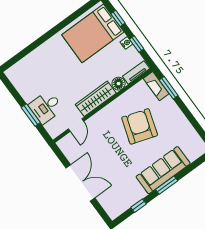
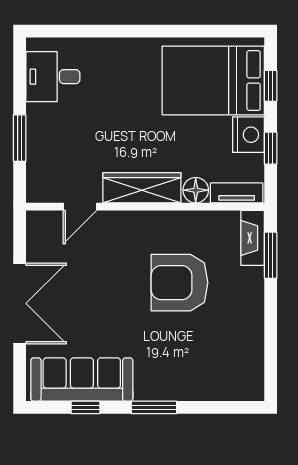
nightstand: (126, 43) -> (248, 135), width x1.89, depth x1.79
desk: (46, 107) -> (53, 77), moved
armchair: (140, 126) -> (179, 283), turned -108
sofa: (163, 170) -> (82, 379), moved

